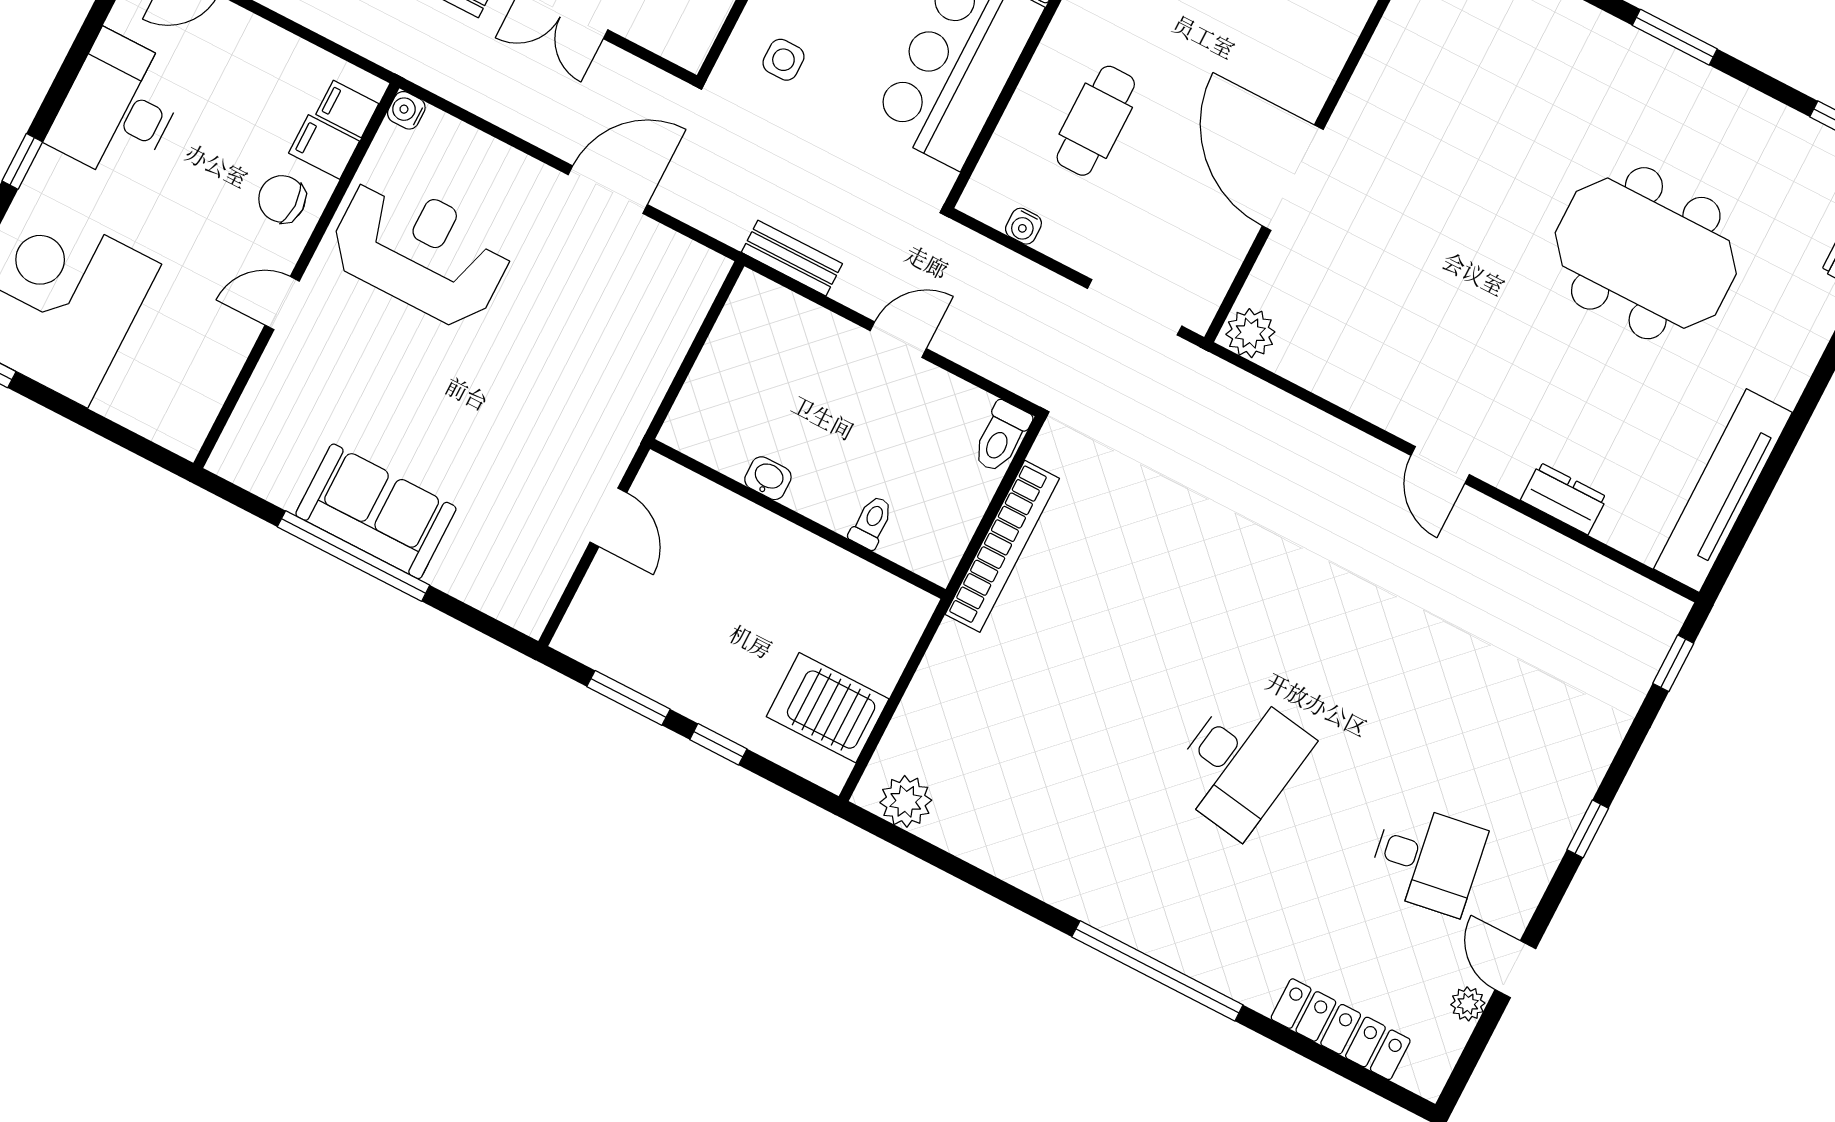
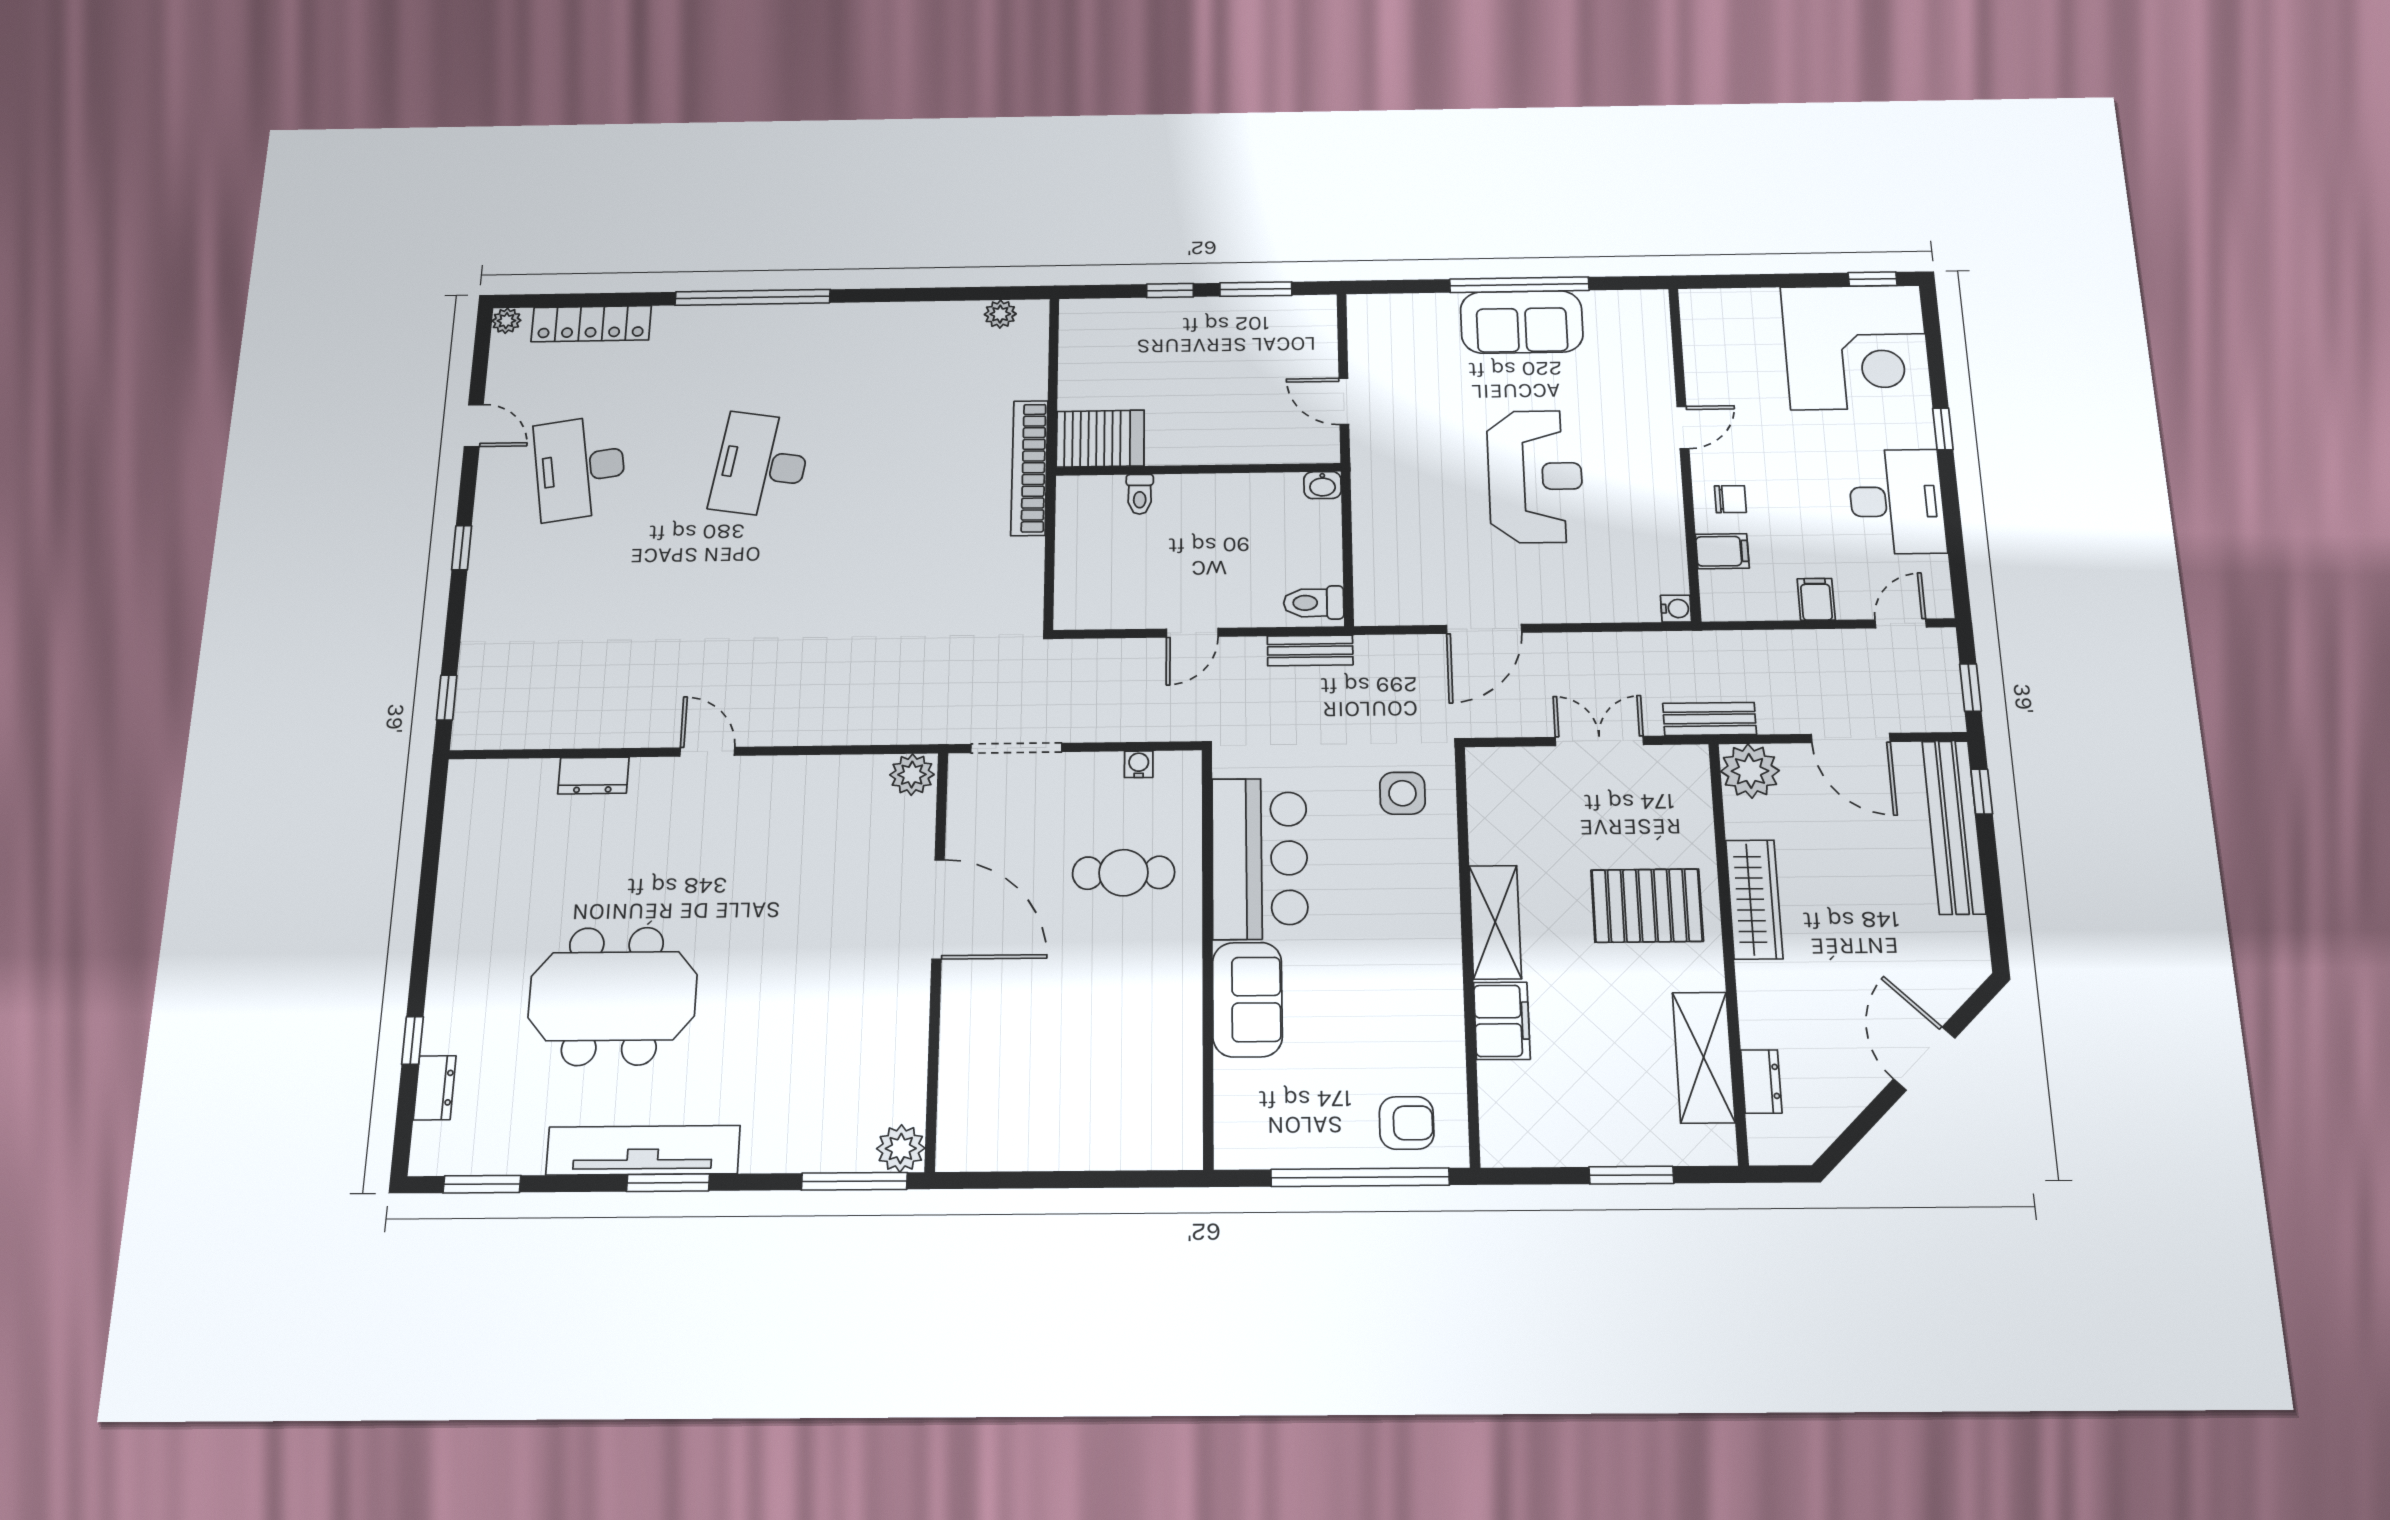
side table: (783, 60) -> (1402, 793), width x1.37, depth x1.37
filing cabinet: (347, 109) -> (1816, 599), moved, turned -90
cafe table: (1096, 121) -> (1124, 873), turned 90
chair: (282, 199) -> (1730, 499), width x0.73, depth x0.73
reception desk: (421, 251) -> (1535, 476), moved, turned -90
toilet: (1001, 437) -> (1314, 603), moved, turned -90
washbasin: (768, 478) -> (1322, 485), moved
tv unit: (1723, 491) -> (643, 1150), moved, turned -90
bookcase: (1002, 546) -> (1029, 468), moved
server rack: (828, 708) -> (1100, 439), moved
plant: (906, 801) -> (1000, 314), width x0.73, depth x0.73
desk: (1427, 859) -> (580, 468), width x1.37
plant: (1468, 1004) -> (506, 321), moved

